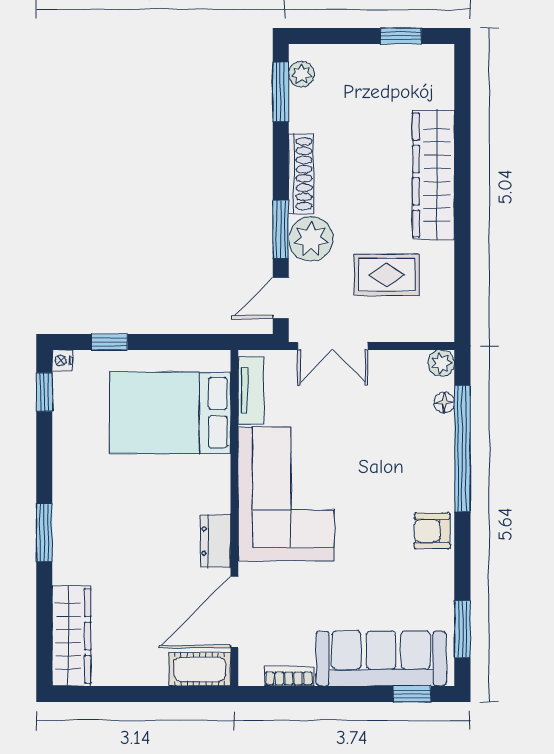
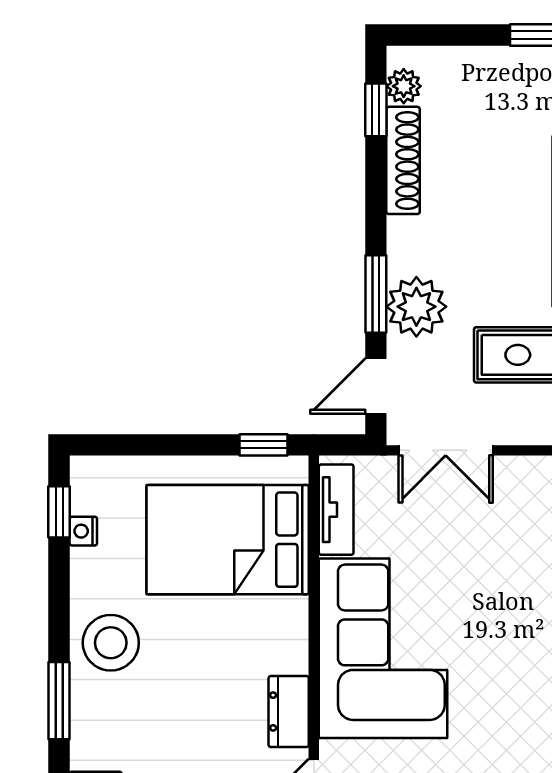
window: (281, 92) -> (376, 110), width x0.67
shoe rack: (301, 174) -> (403, 160), moved
window: (109, 342) -> (263, 445), moved
nightstand: (62, 361) -> (83, 531), moved
stool: (83, 490) -> (111, 643), added

